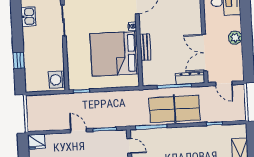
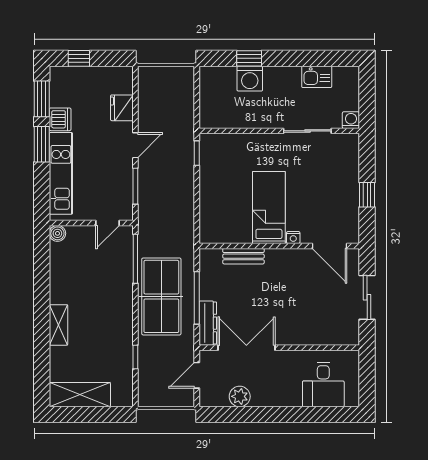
plant: (235, 38) -> (240, 396), moved
bench: (145, 47) -> (243, 256), moved
bed: (114, 54) -> (269, 208), width x0.49
washing machine: (57, 80) -> (250, 79), moved, turned 180
fridge: (36, 142) -> (122, 108), moved

